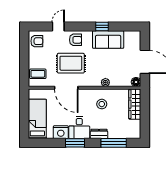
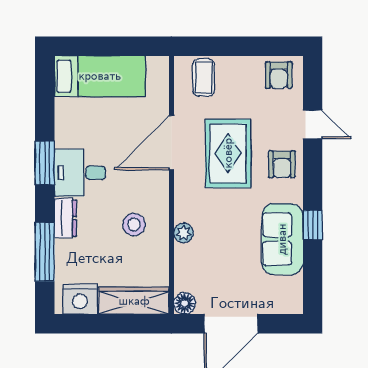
nightstand: (61, 132) -> (80, 299), moved, turned -90

